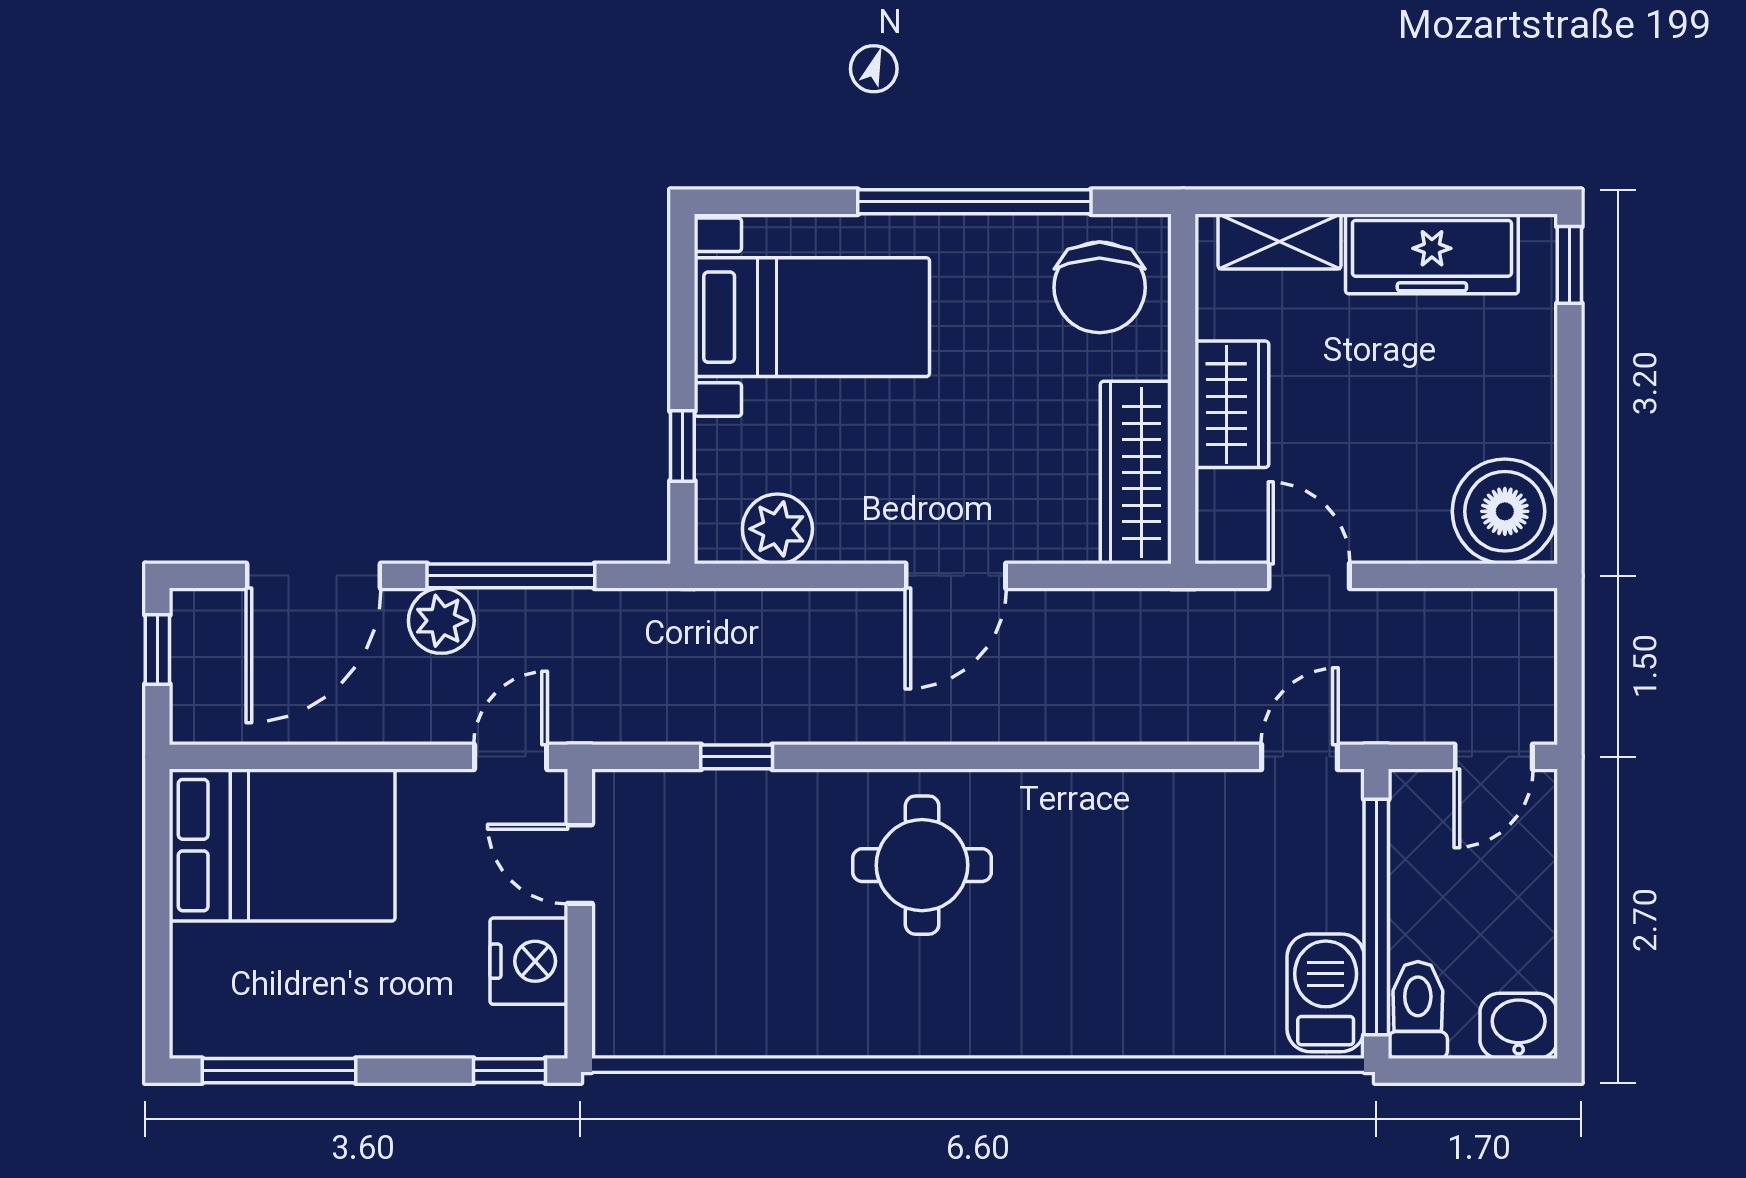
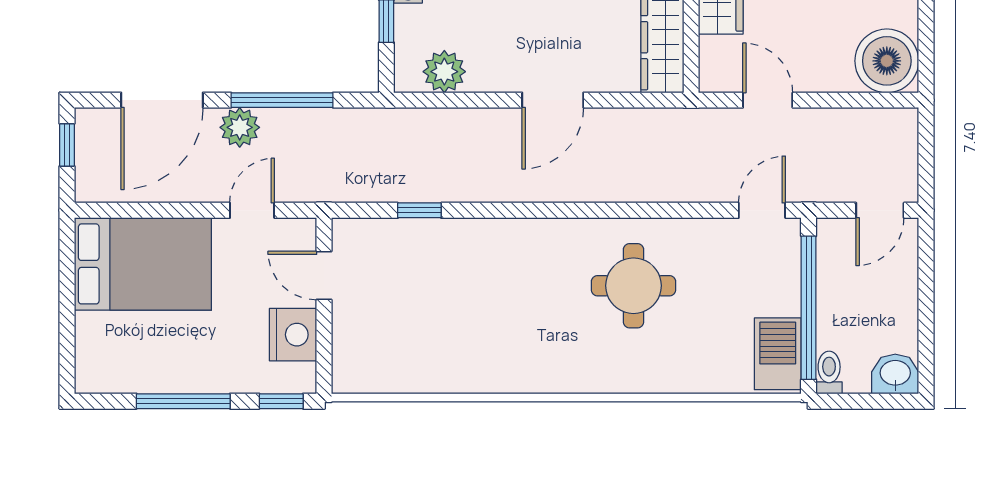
door: (511, 757) -> (252, 210), moved
round table: (922, 865) -> (633, 286), moved
toilet: (1418, 1010) -> (829, 373), width x0.73, depth x0.72
window: (279, 1071) -> (183, 401), moved

